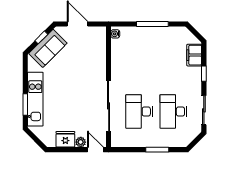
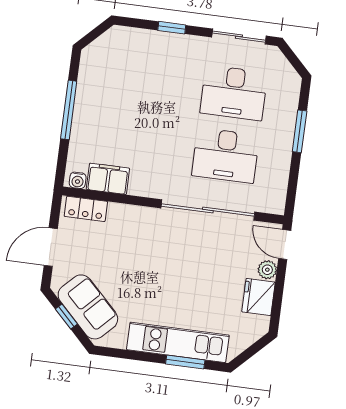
locker: (100, 40) -> (86, 209), added
filing cabinet: (194, 55) -> (108, 179), moved, turned 180
door: (95, 150) -> (285, 244), hinge flipped

